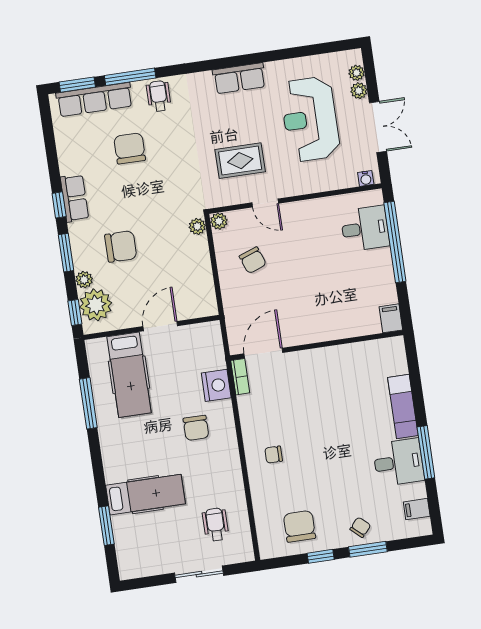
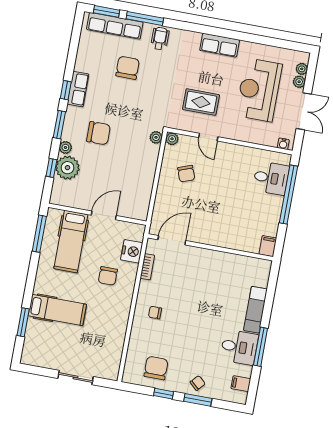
door: (160, 326) -> (104, 215), moved
wall: (152, 327) -> (97, 214), moved
hospital bed: (129, 375) -> (71, 241), moved
bookcase: (240, 377) -> (147, 267), moved
wheelchair: (215, 524) -> (99, 347), removed

